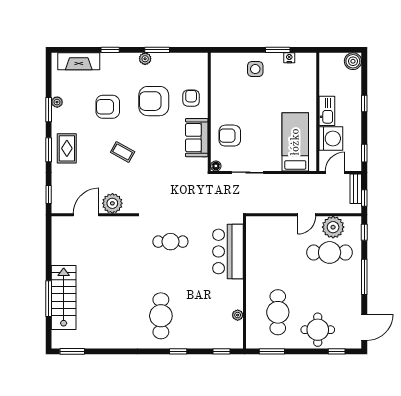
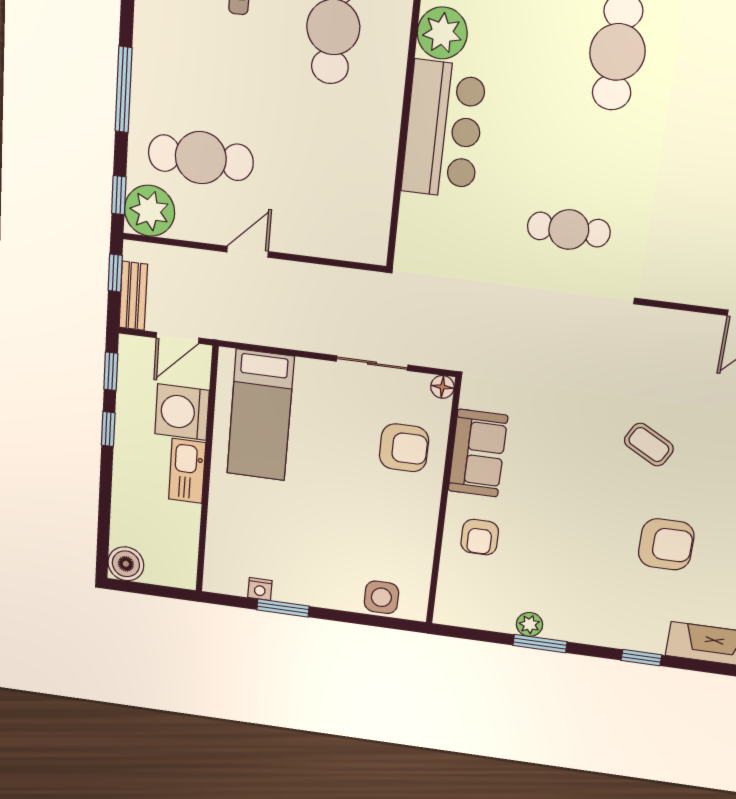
plant: (145, 59) -> (529, 624), moved
side table: (255, 69) -> (381, 597), moved
armchair: (154, 101) -> (563, 542), removed
window: (364, 103) -> (108, 429), moved
plant: (112, 203) -> (691, 335), removed
plant: (333, 227) -> (150, 211), moved
bar counter: (228, 251) -> (444, 130), moved
plant: (238, 315) -> (442, 33), width x1.88, depth x1.88

